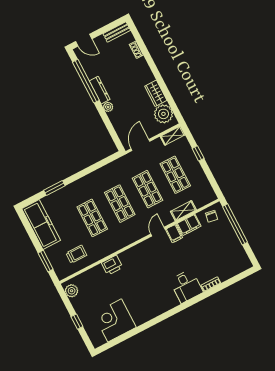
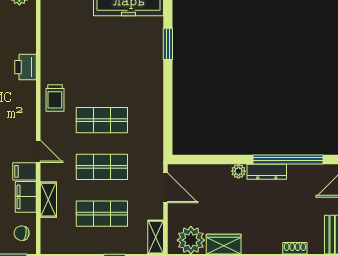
shop shelf: (92, 218) -> (102, 73), removed
trolley: (76, 254) -> (55, 98), moved

